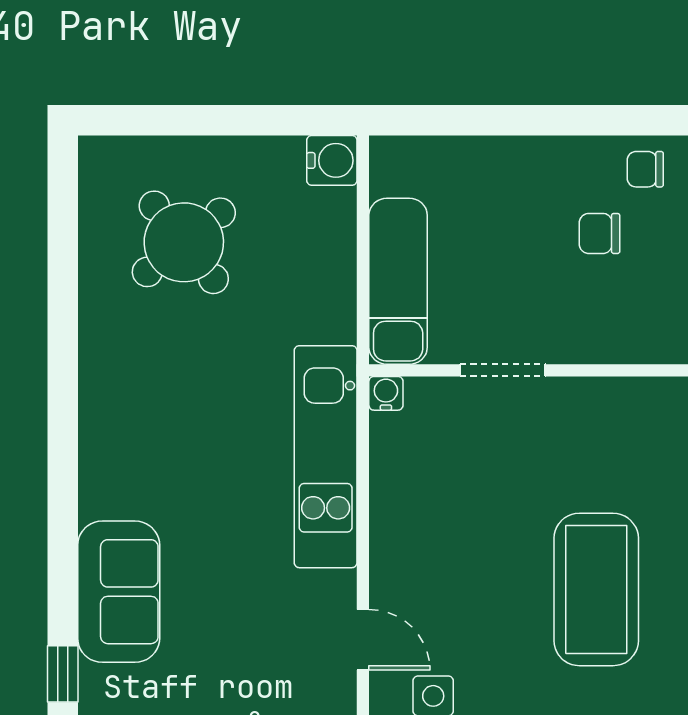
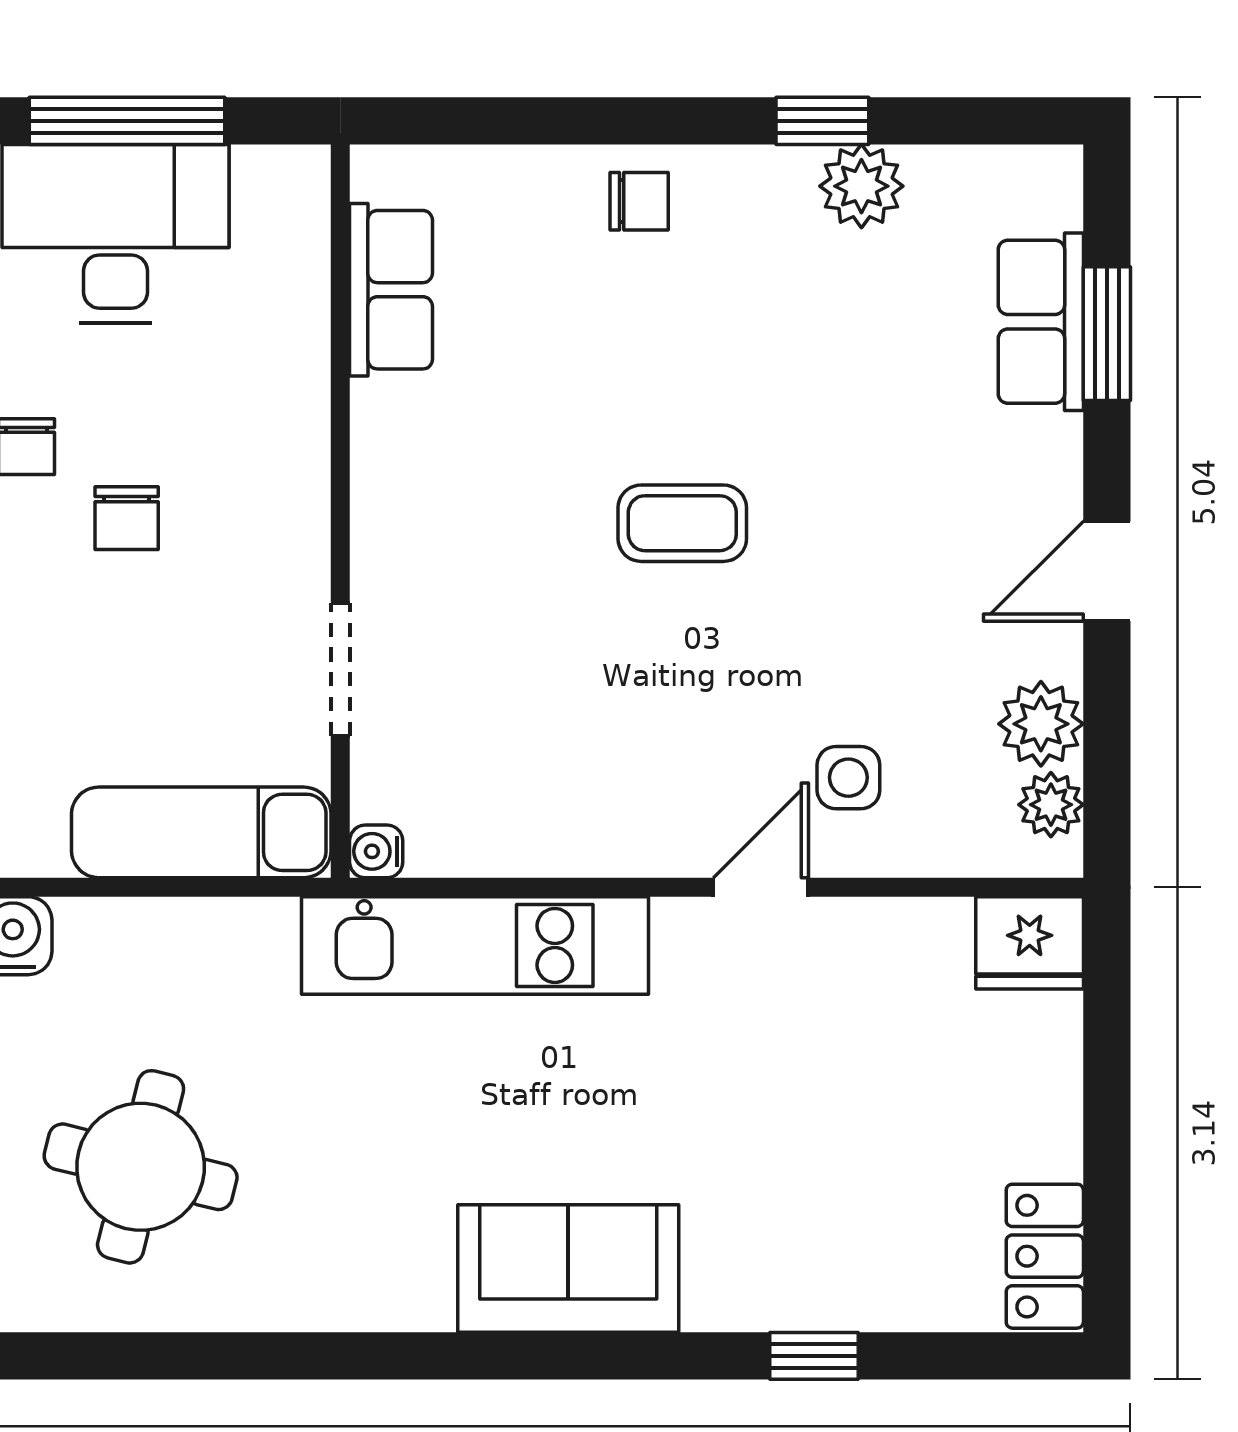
round table: (184, 242) -> (141, 1167), turned -37
coffee table: (596, 589) -> (682, 523), width x0.54, depth x0.58
sofa: (119, 592) -> (568, 1268), moved

